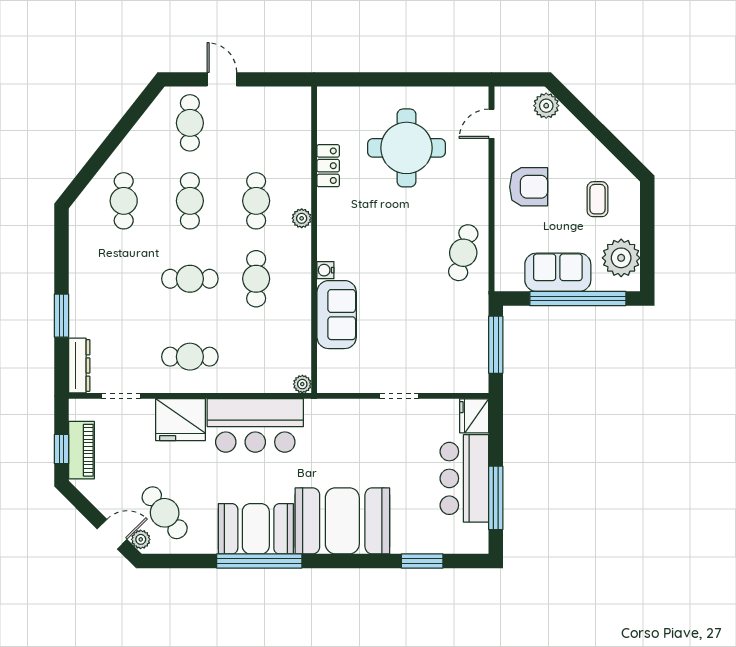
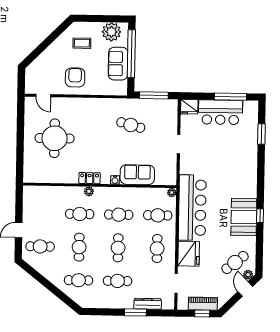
plant: (546, 106) -> (35, 68), removed
locker: (328, 166) -> (90, 178), moved
cafe table: (190, 201) -> (79, 247), turned 90
cafe table: (463, 253) -> (131, 125), moved
cafe table: (124, 279) -> (118, 281), added
cafe table: (256, 357) -> (158, 215), added
dresser: (79, 365) -> (148, 304), moved
bar counter: (255, 425) -> (192, 208), width x1.36
booth: (342, 521) -> (241, 174), removed
window: (259, 561) -> (260, 216), width x0.32

